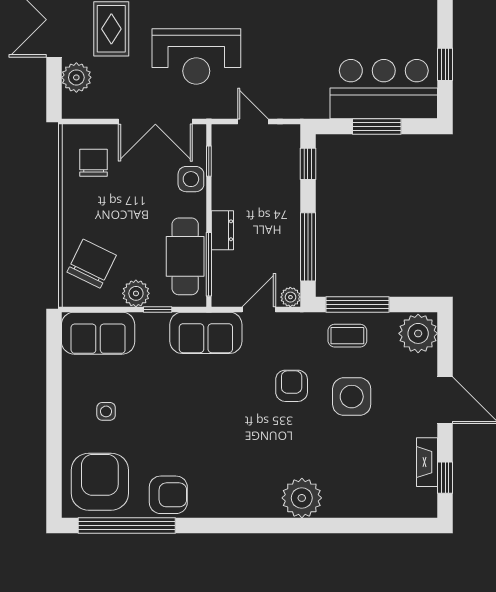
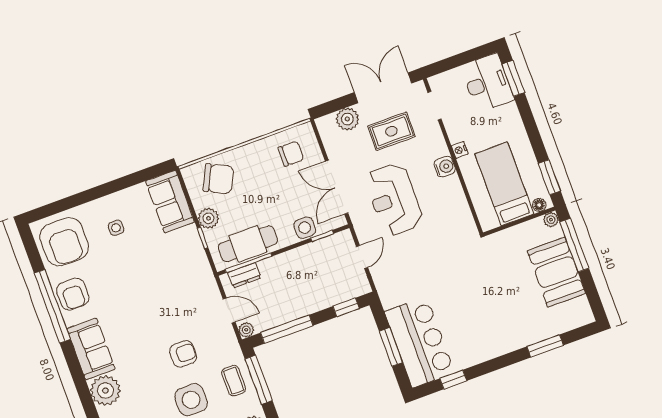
dresser: (222, 230) -> (244, 275), moved
sofa: (206, 333) -> (91, 349), moved, turned 180
armchair: (100, 482) -> (64, 242), turned 90
window: (127, 525) -> (52, 306), moved

